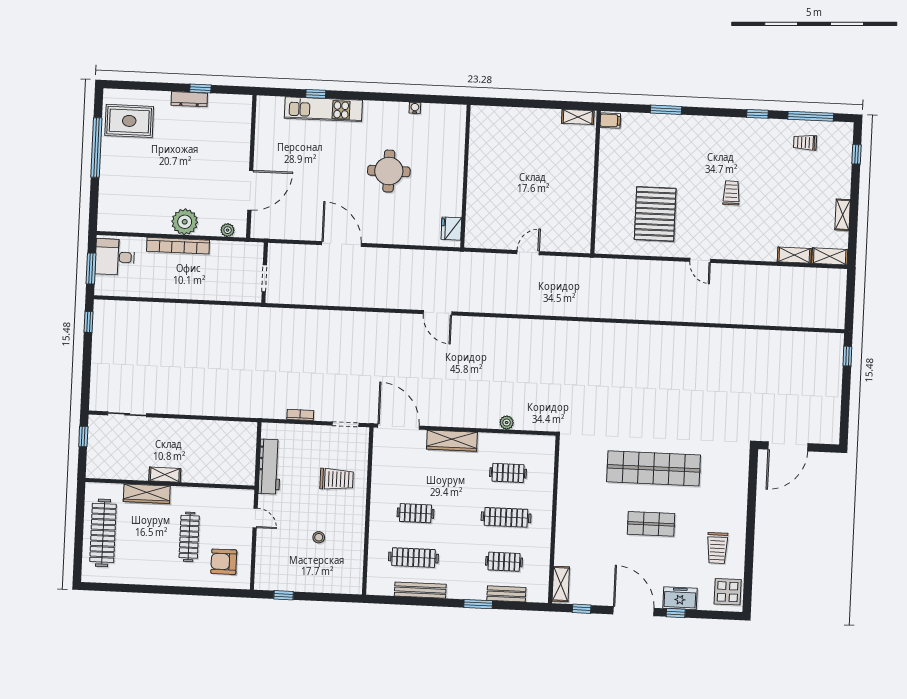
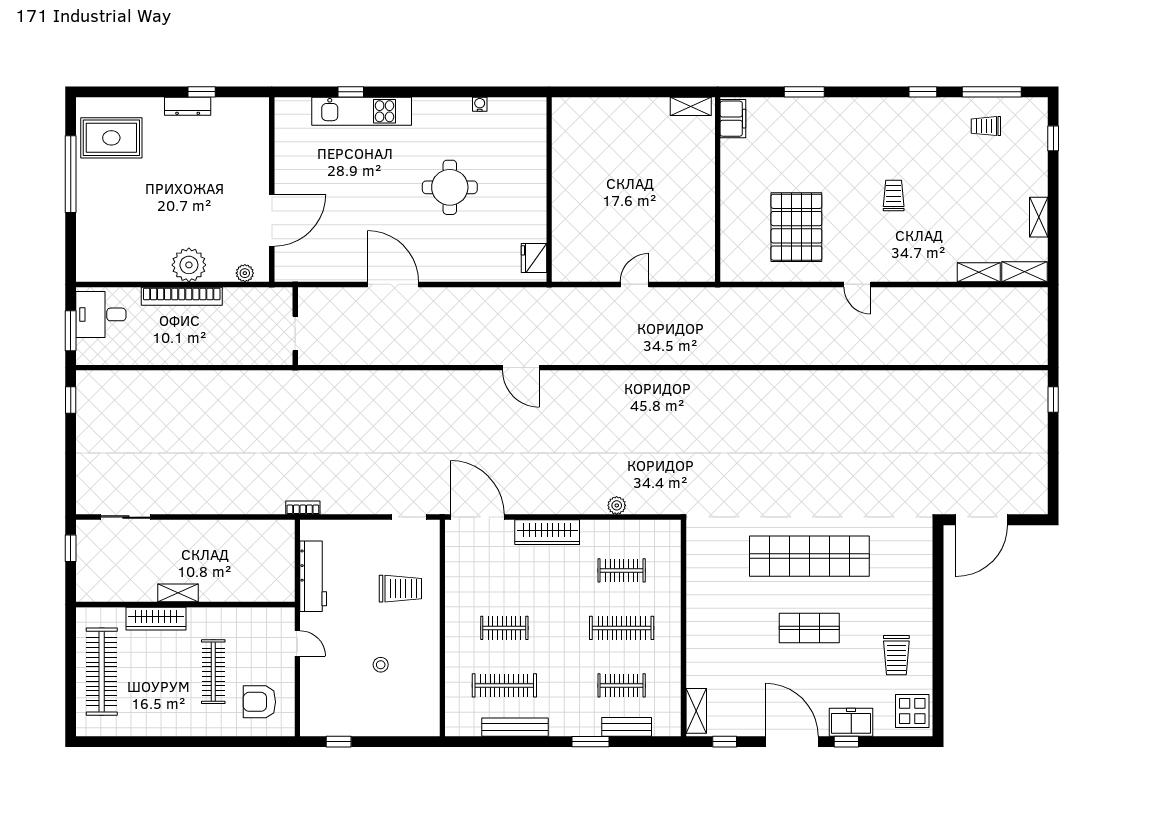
filing cabinet: (610, 120) -> (733, 119), width x2.00
bookcase: (300, 415) -> (303, 508), moved

